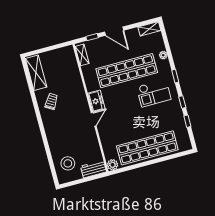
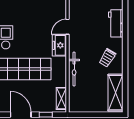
bicycle: (78, 84) -> (74, 69), added
workbench: (52, 133) -> (116, 23), added

